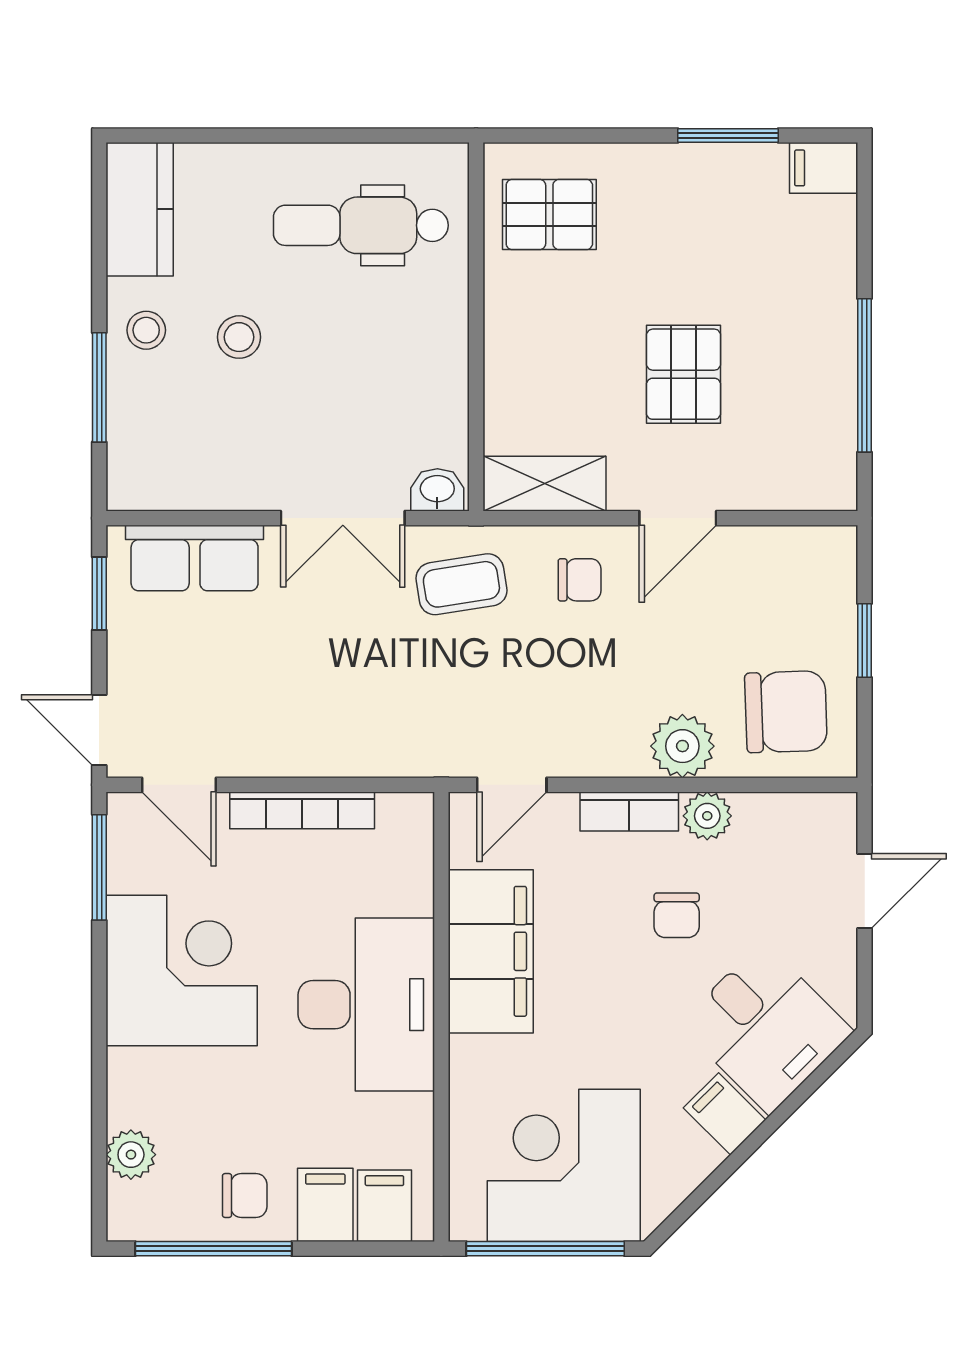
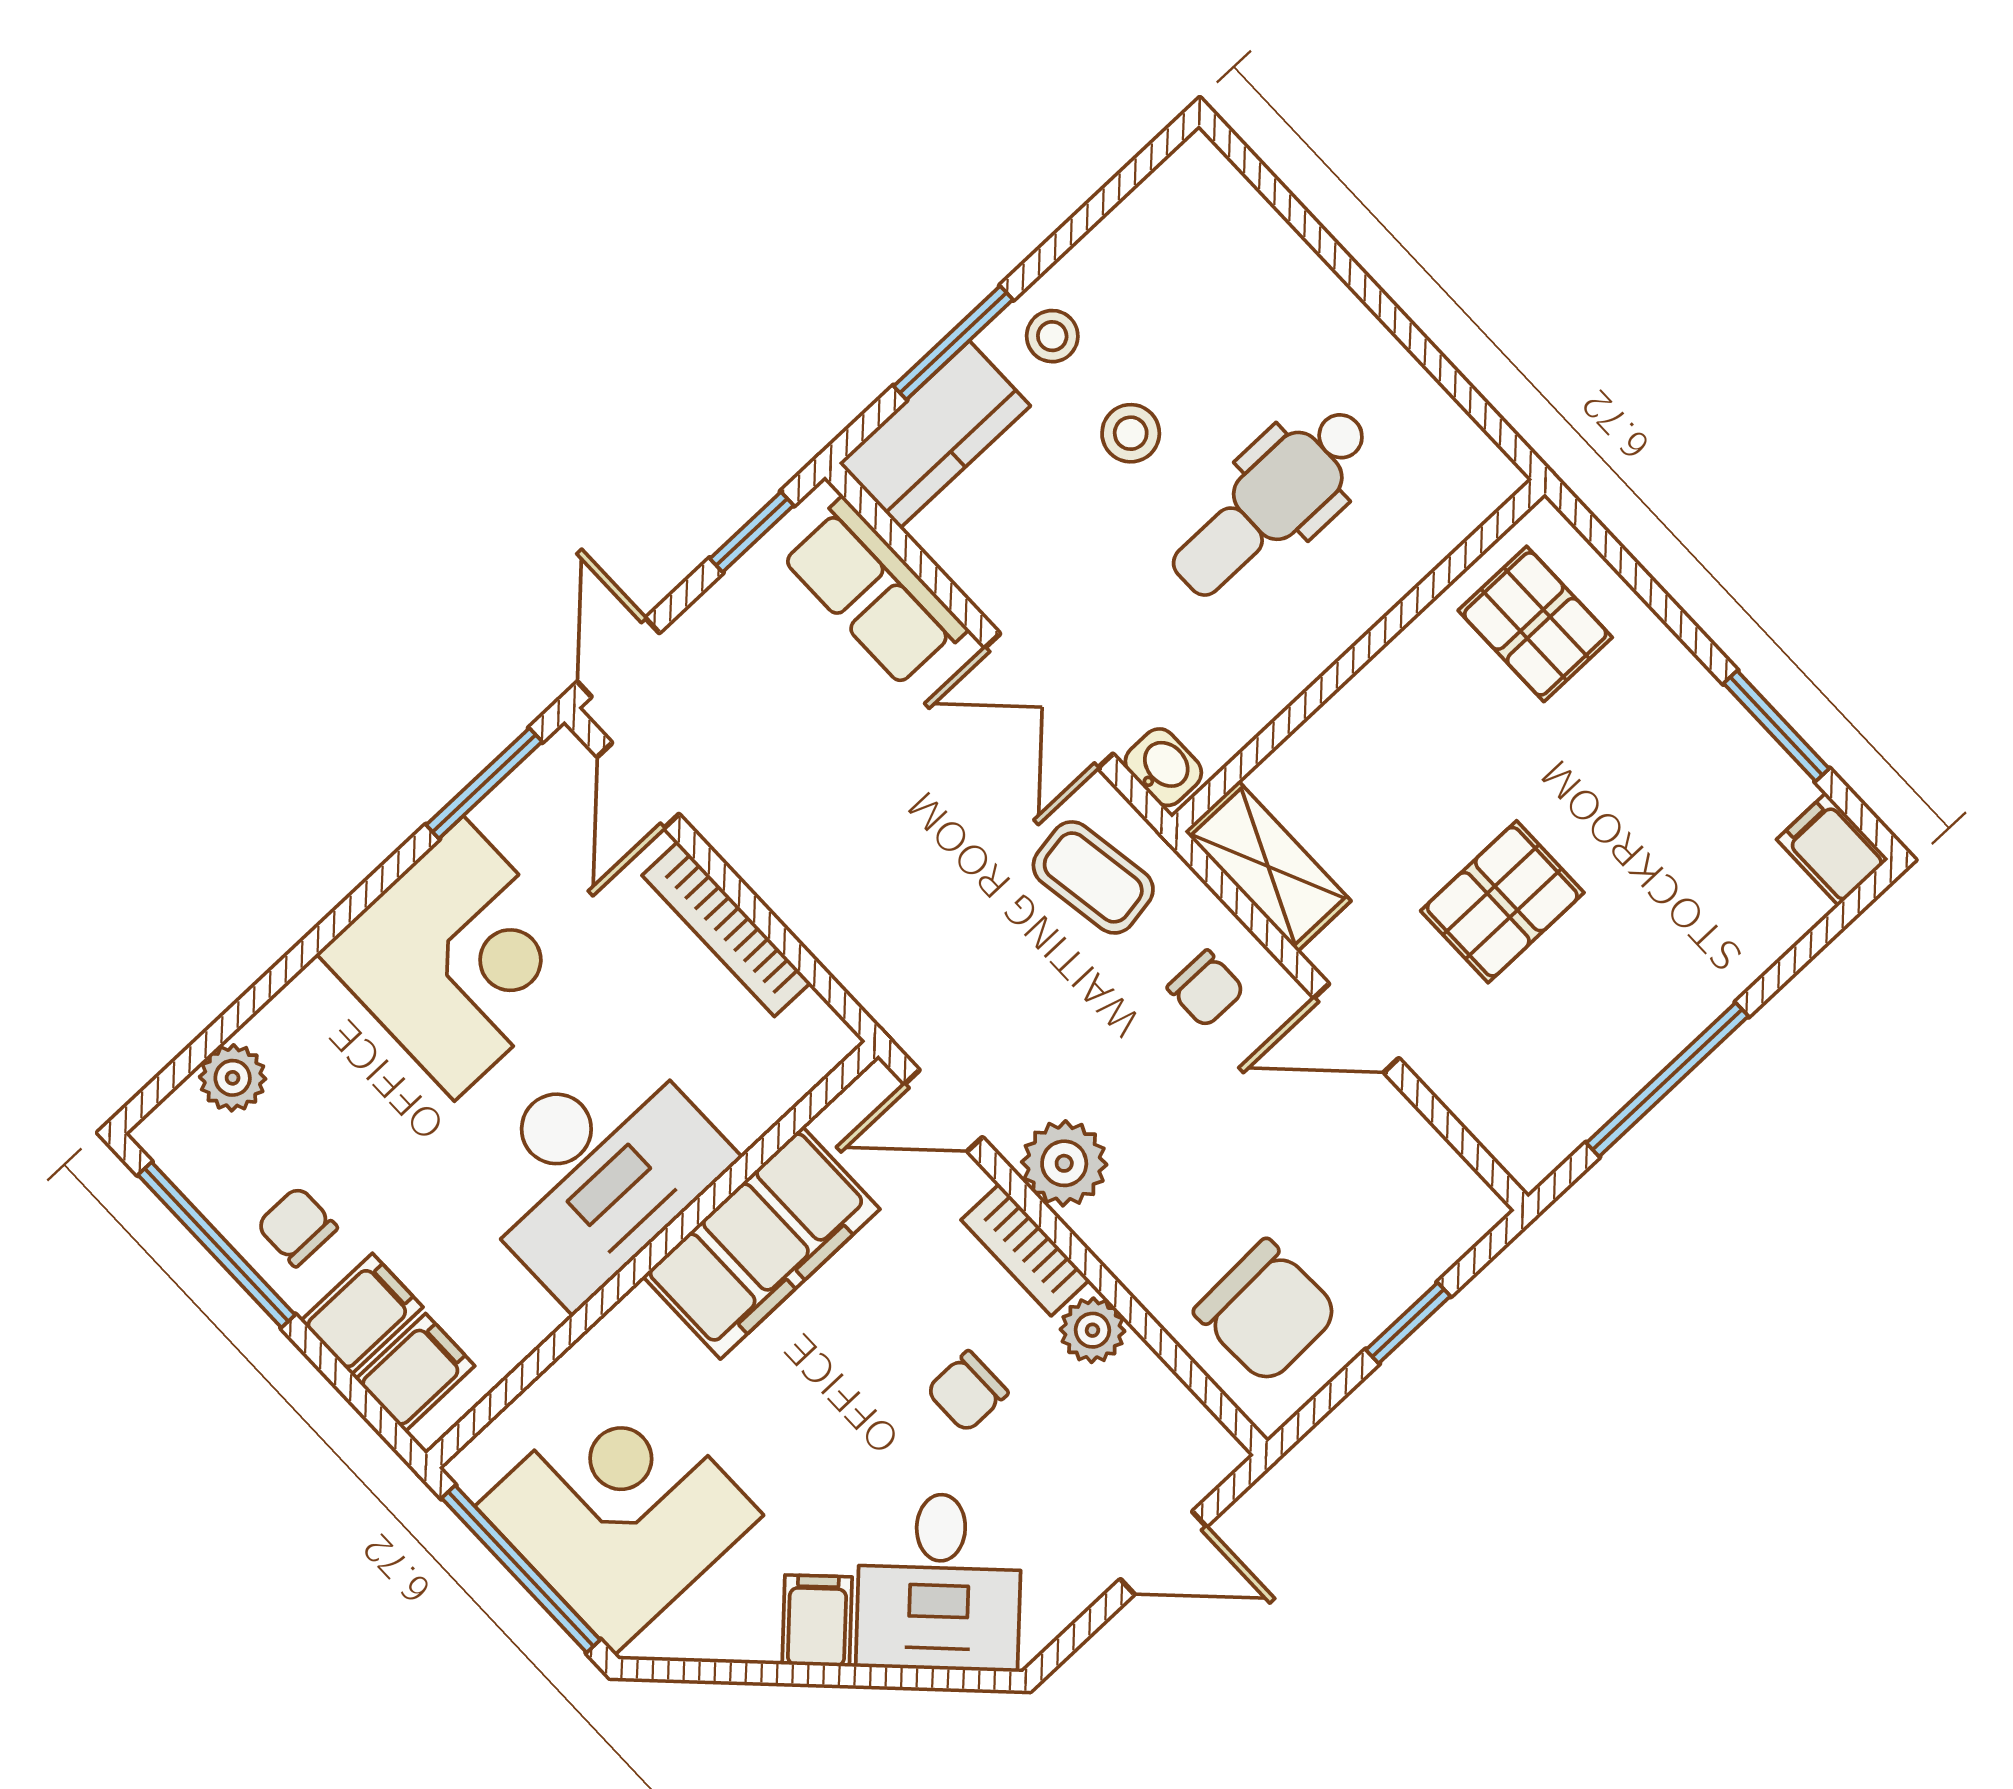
kitchen counter: (140, 209) -> (935, 435), moved
dental chair: (361, 225) -> (1271, 502), moved, turned -90
plant: (682, 746) -> (1064, 1163), moved
chair: (245, 1195) -> (297, 1227), turned 180

